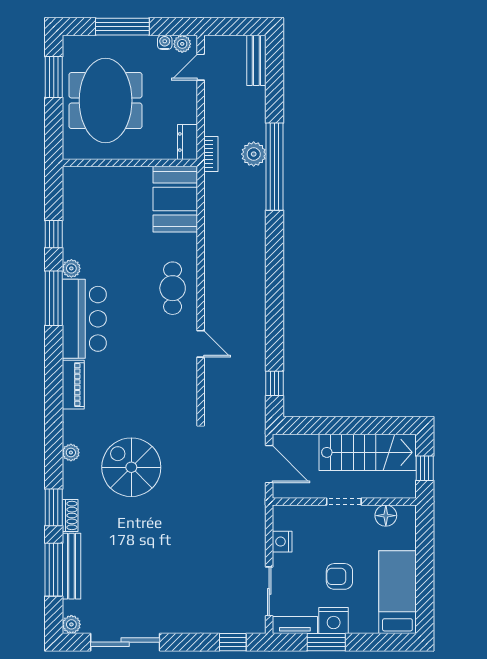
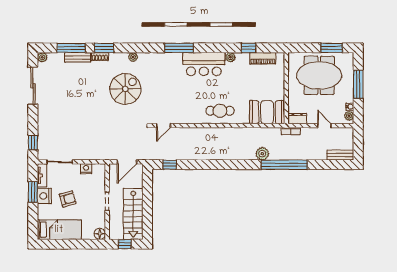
door: (201, 67) -> (324, 126), moved
plant: (254, 154) -> (262, 154), moved
window: (54, 298) -> (179, 48), moved
door: (201, 344) -> (164, 126), moved
piano: (73, 385) -> (263, 58), moved
floor lamp: (386, 516) -> (100, 234), moved
bench: (72, 566) -> (78, 57), width x0.73
armchair: (339, 576) -> (68, 199), turned 74

